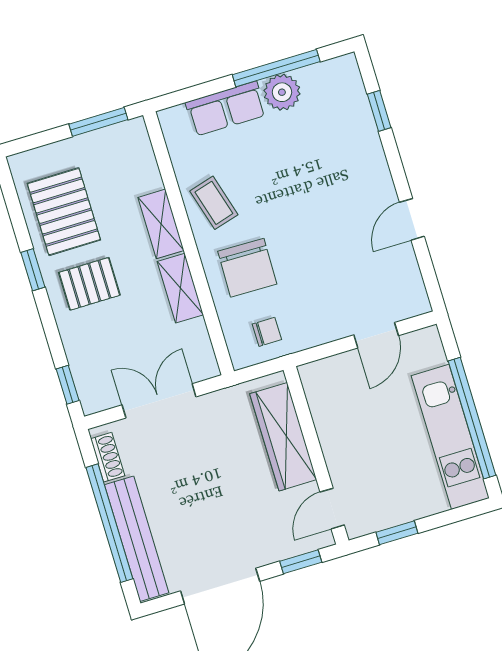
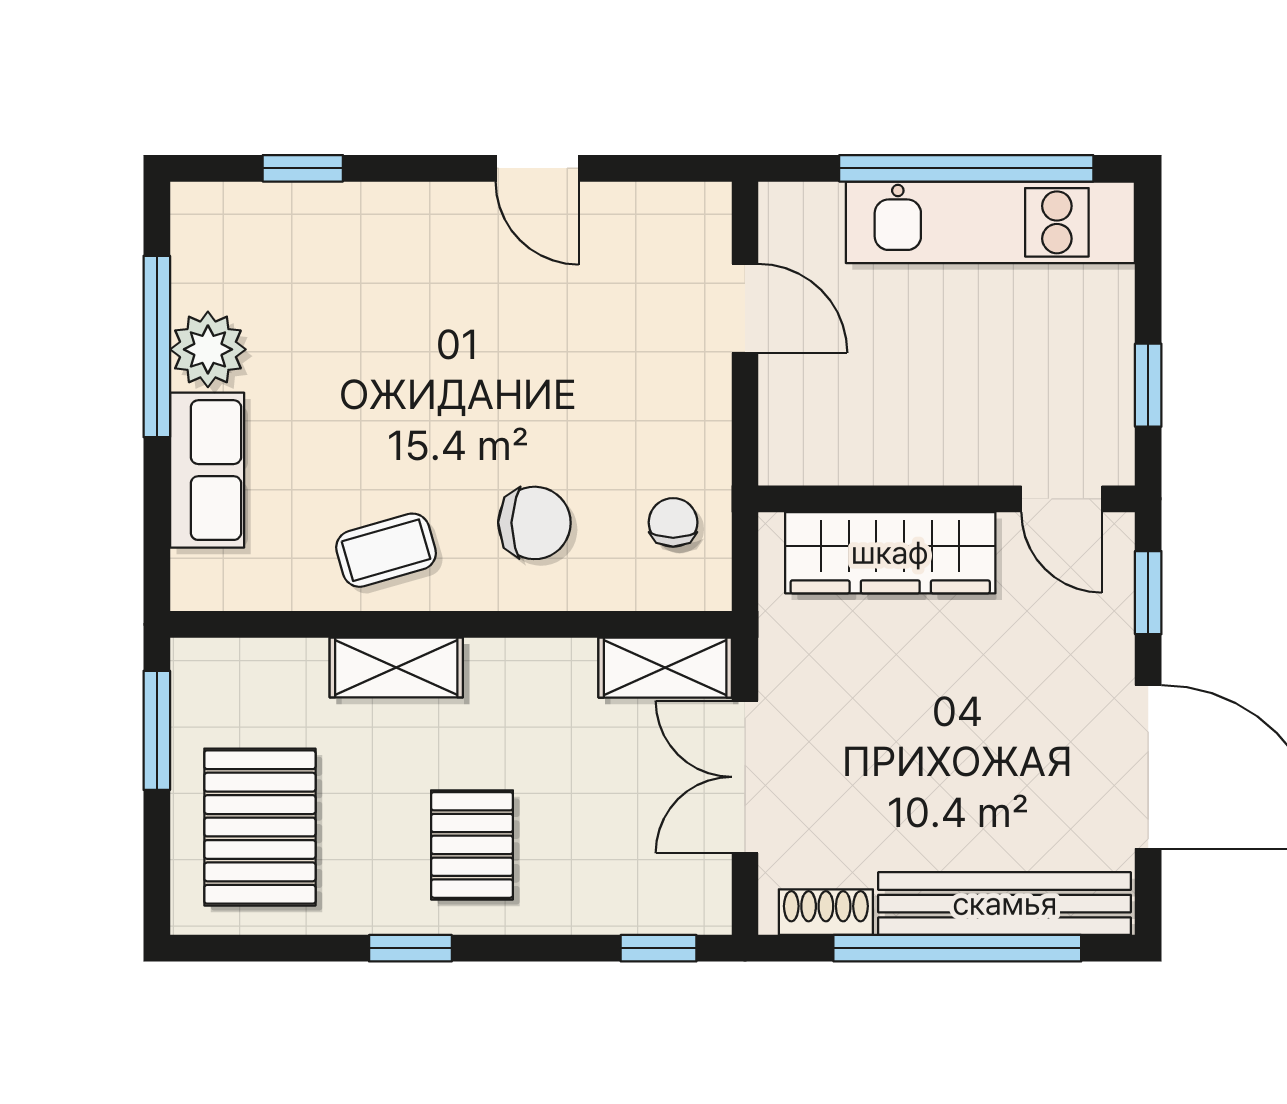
pallet: (64, 212) -> (260, 827), moved, turned 90
chair: (247, 268) -> (534, 523), width x0.73, depth x0.73
shelving: (180, 288) -> (665, 668), moved

